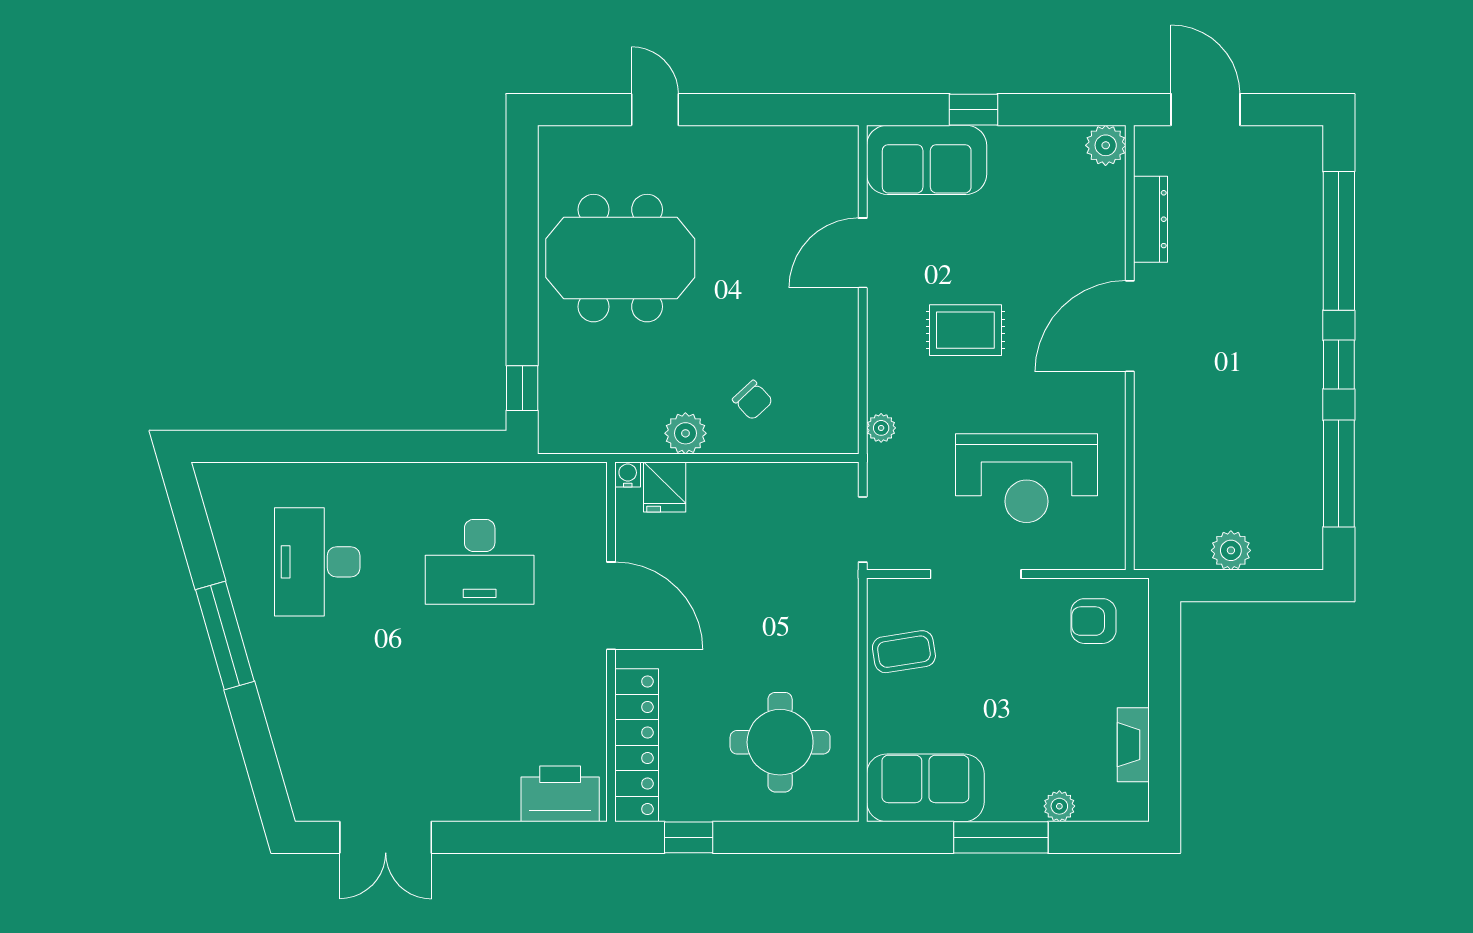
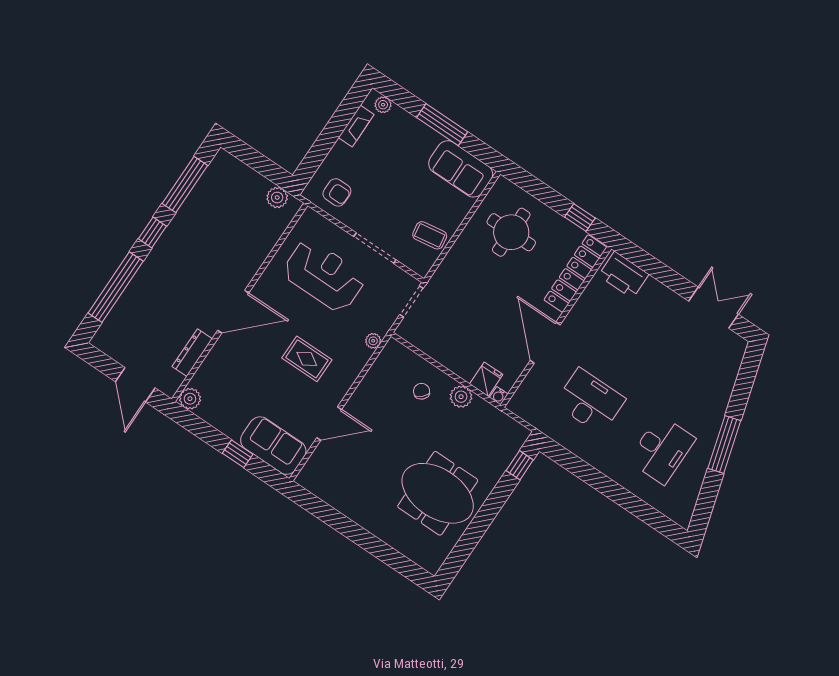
door: (655, 110) -> (378, 549), removed
plant: (1231, 550) -> (277, 197), moved
plant: (1059, 806) -> (383, 105), moved

